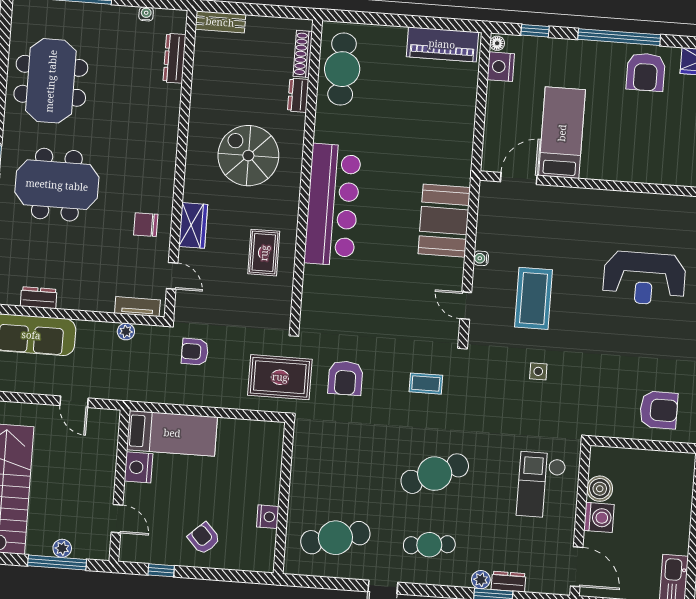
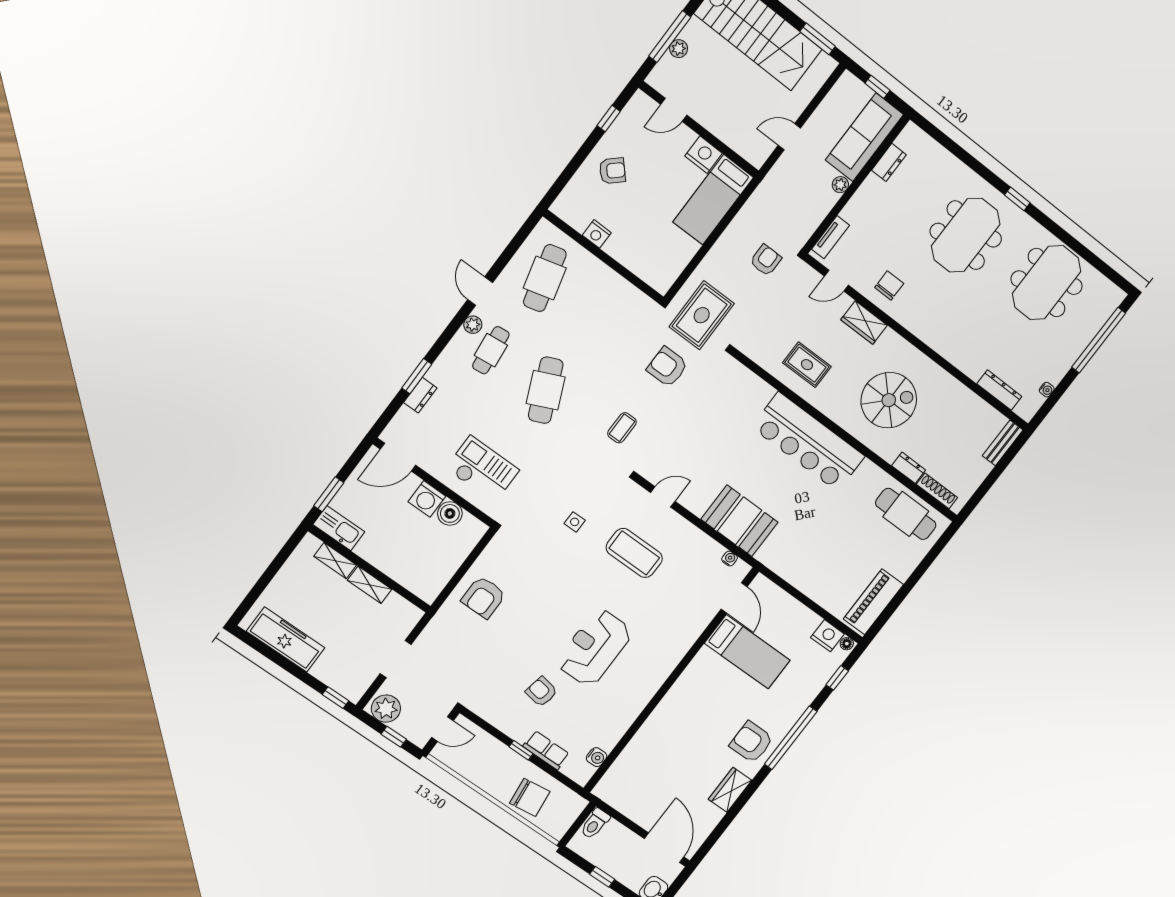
meeting table: (51, 81) -> (1047, 283), turned 90
water cooler: (481, 258) -> (730, 559), moved
plant: (126, 332) -> (840, 185), moved
plant: (481, 580) -> (473, 325), moved

